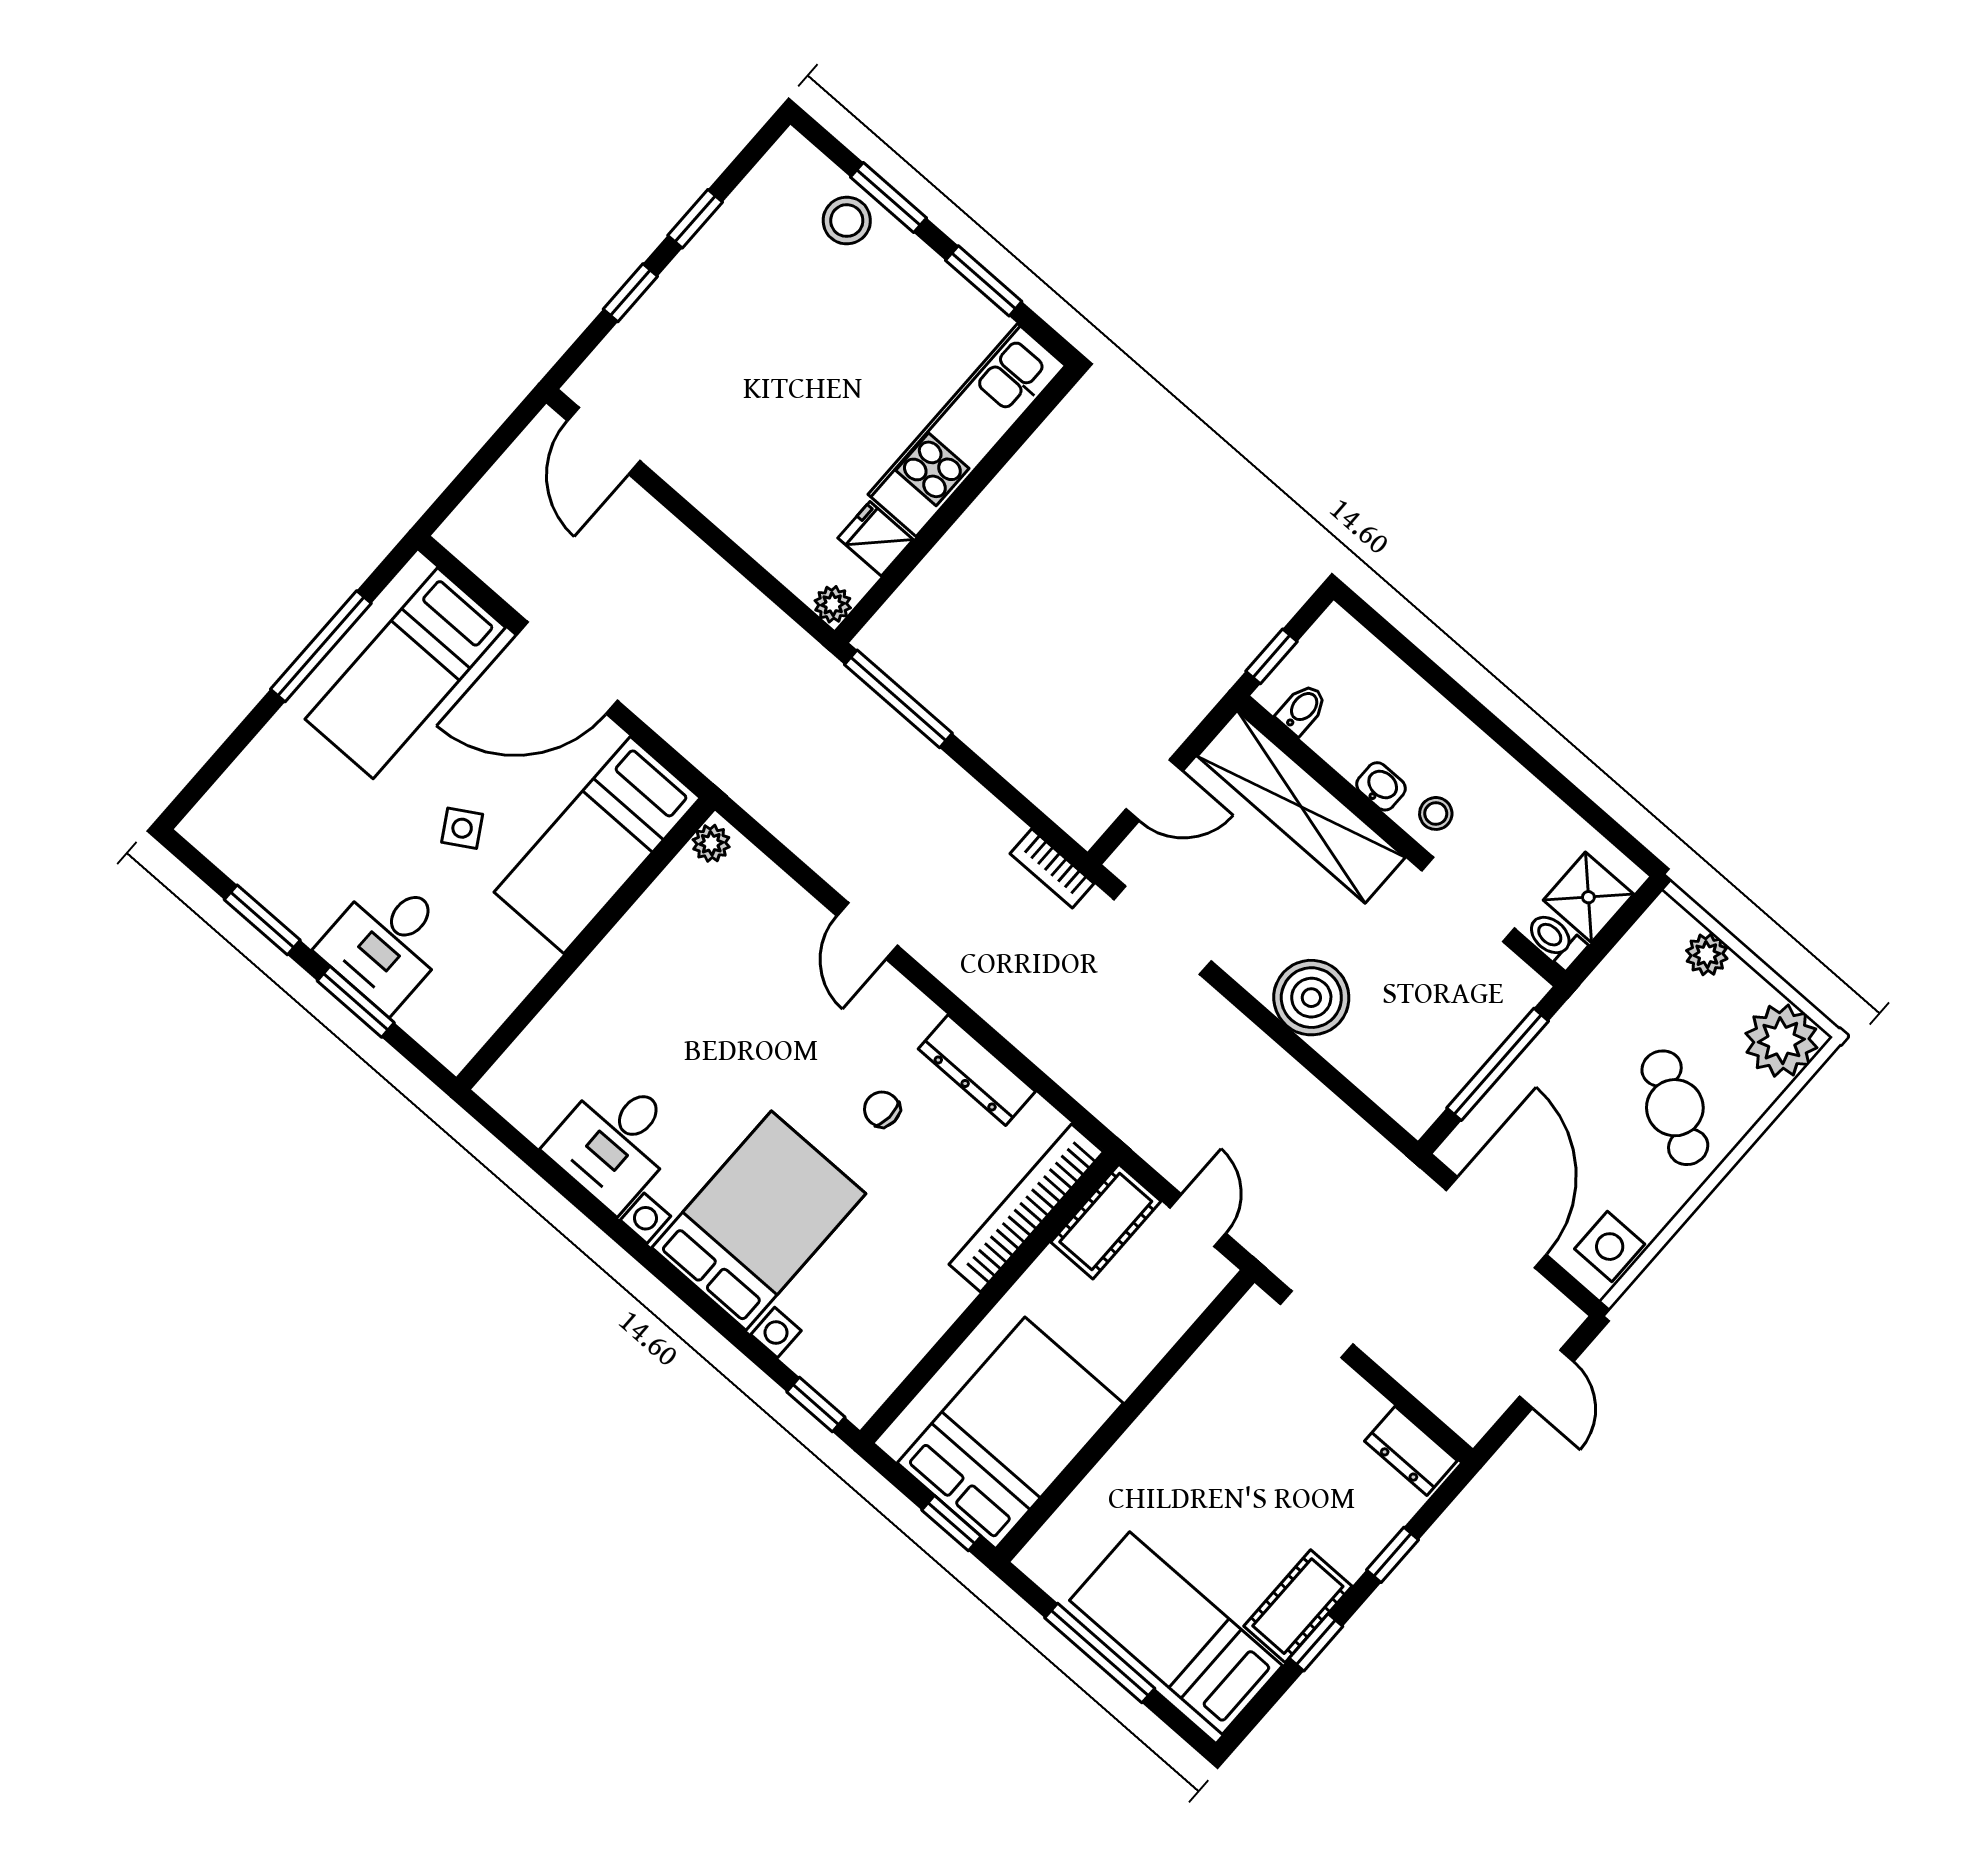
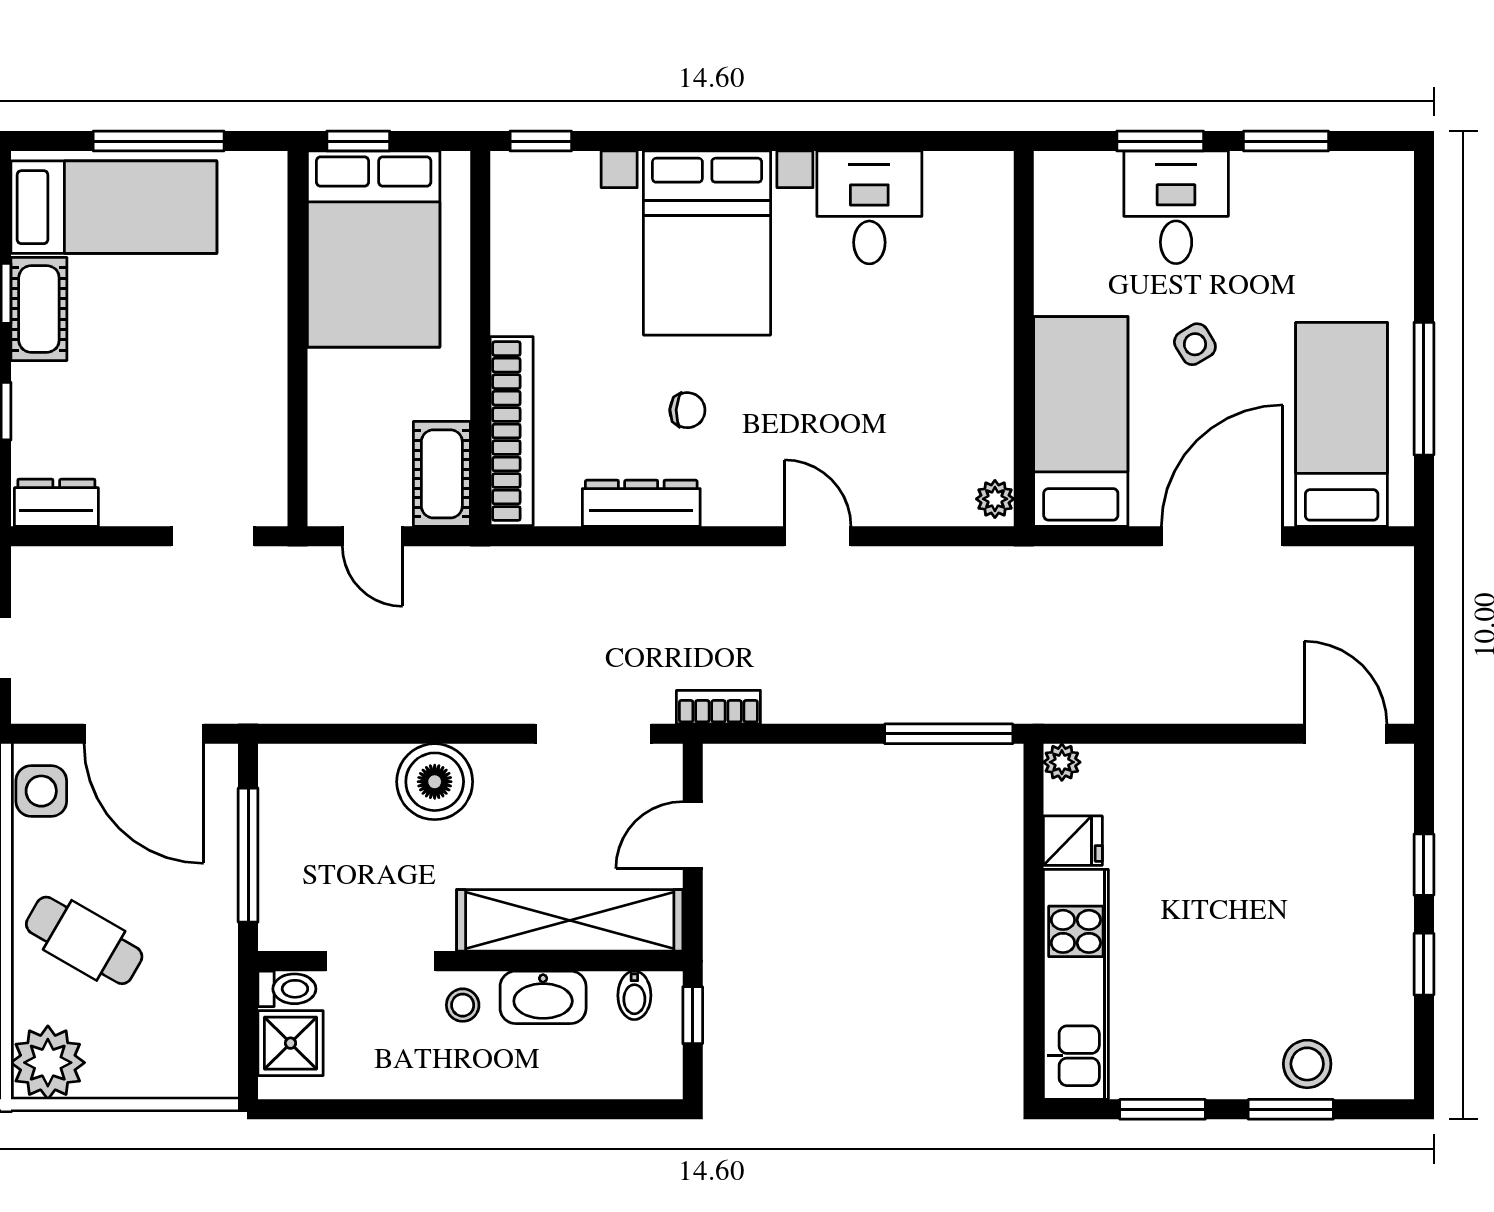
washbasin: (1381, 786) -> (543, 997), width x1.91, depth x1.45
plant: (1707, 955) -> (162, 1078), removed

